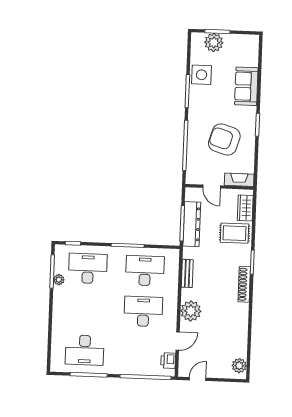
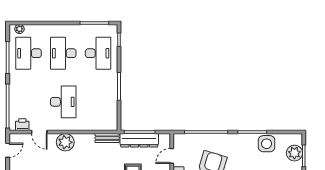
desk: (145, 271) -> (63, 53), moved, turned 180
bench: (187, 273) -> (107, 138), moved
plant: (59, 280) -> (19, 29), moved
door: (198, 379) -> (8, 150), hinge flipped

